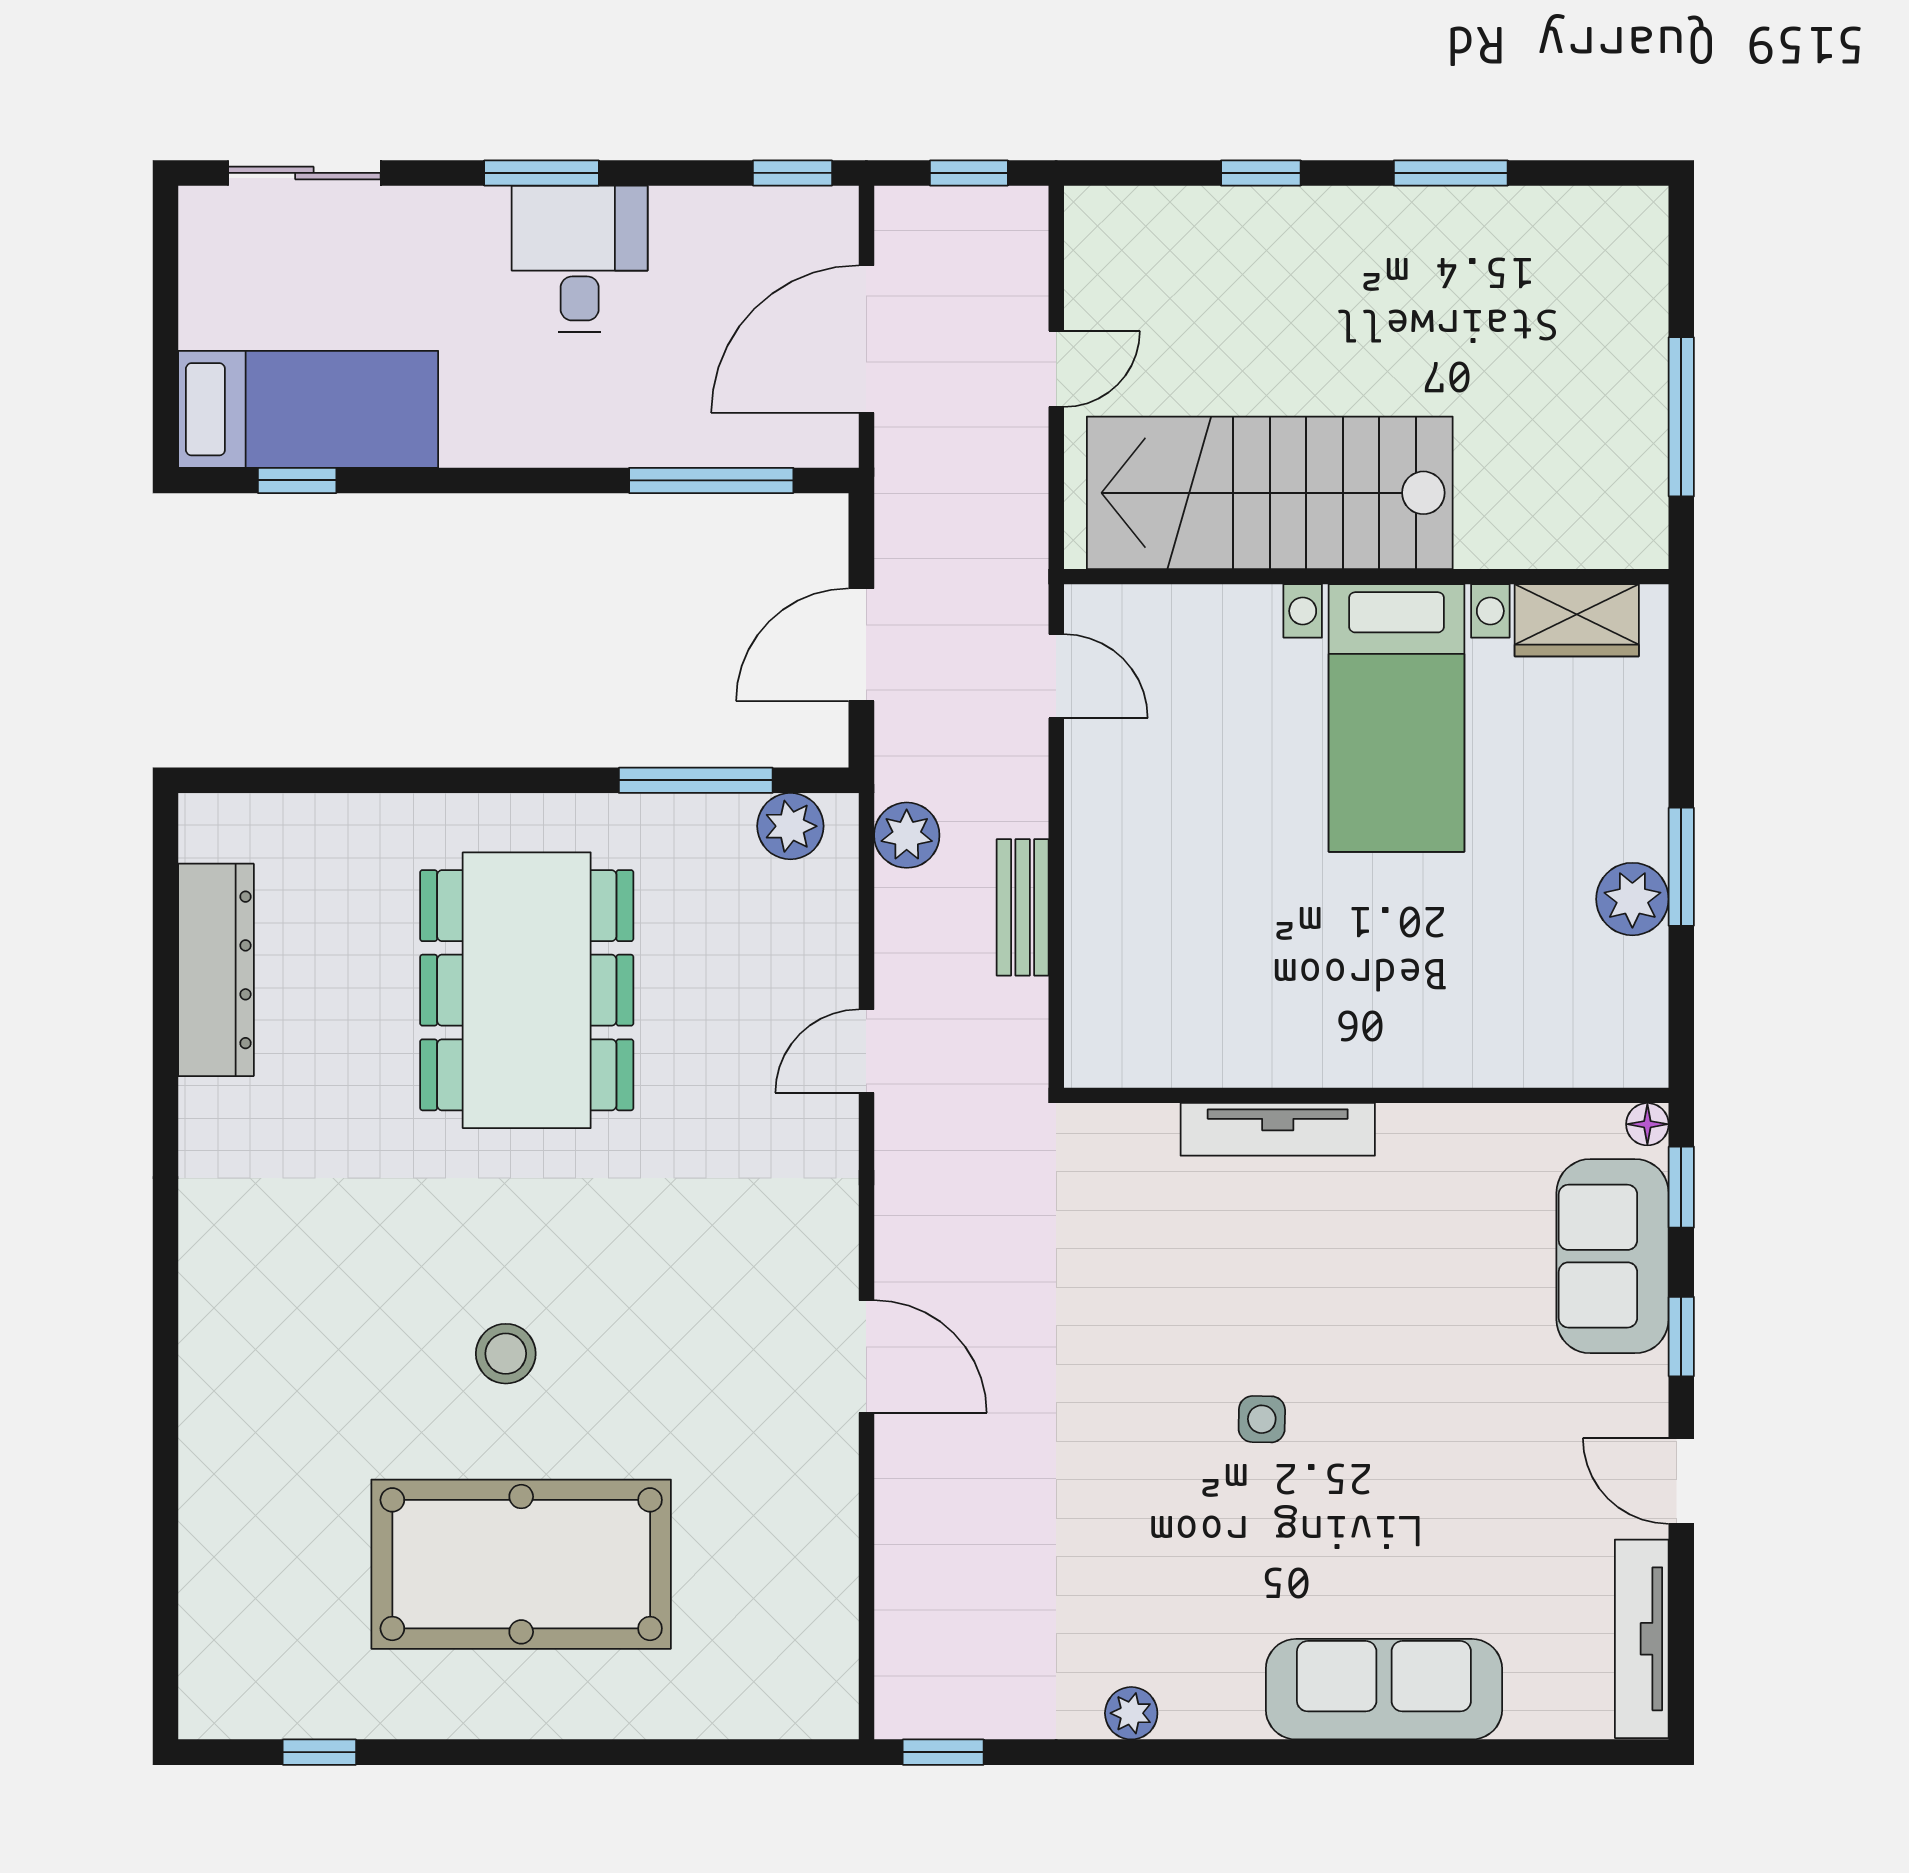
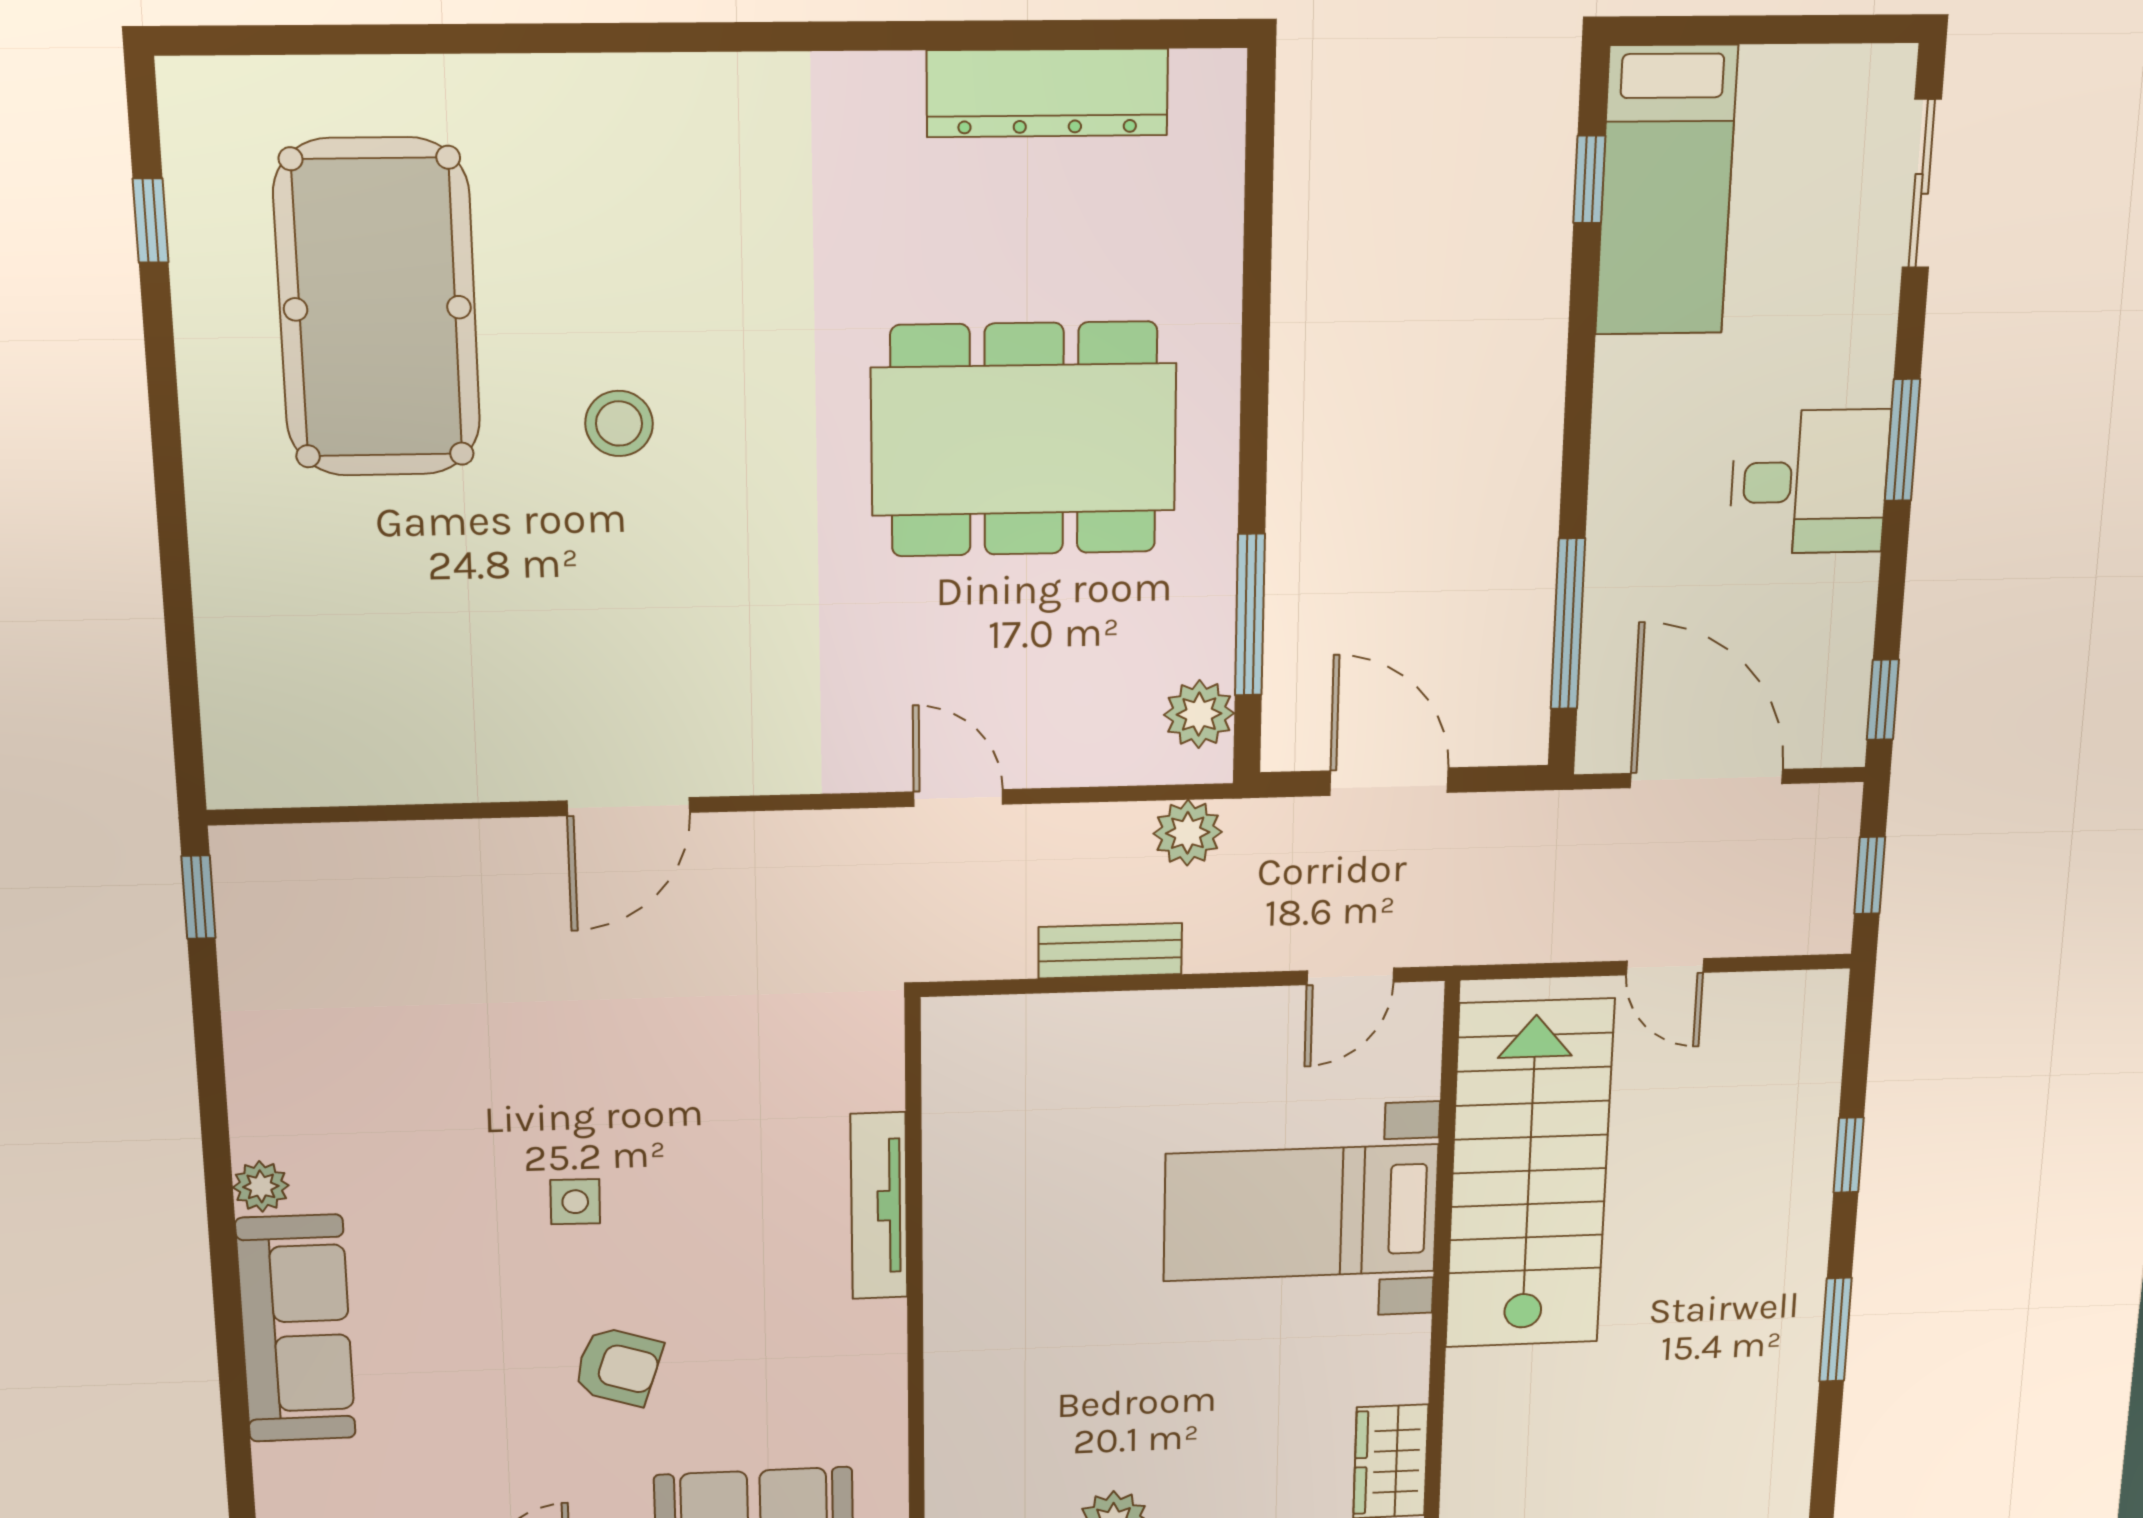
bed with nightstands: (1397, 718) -> (1301, 1213), moved
armchair: (1437, 1384) -> (618, 1366), added
pool table: (521, 1564) -> (377, 308), moved
plant: (1131, 1713) -> (261, 1186), moved

